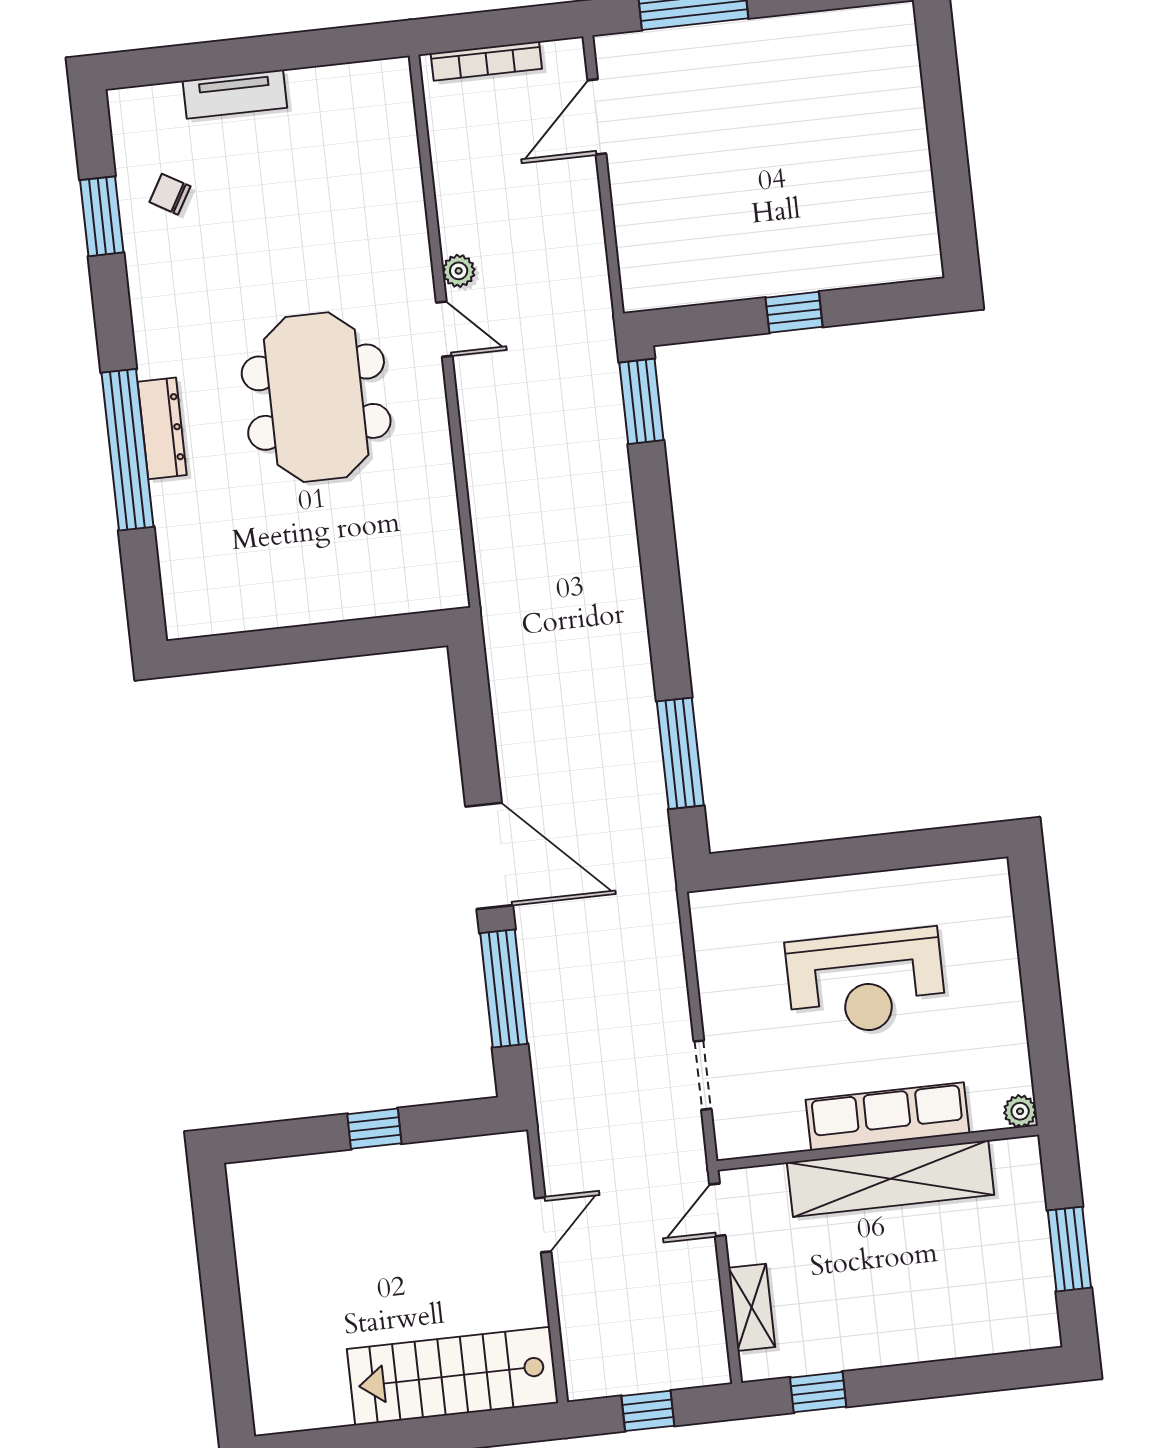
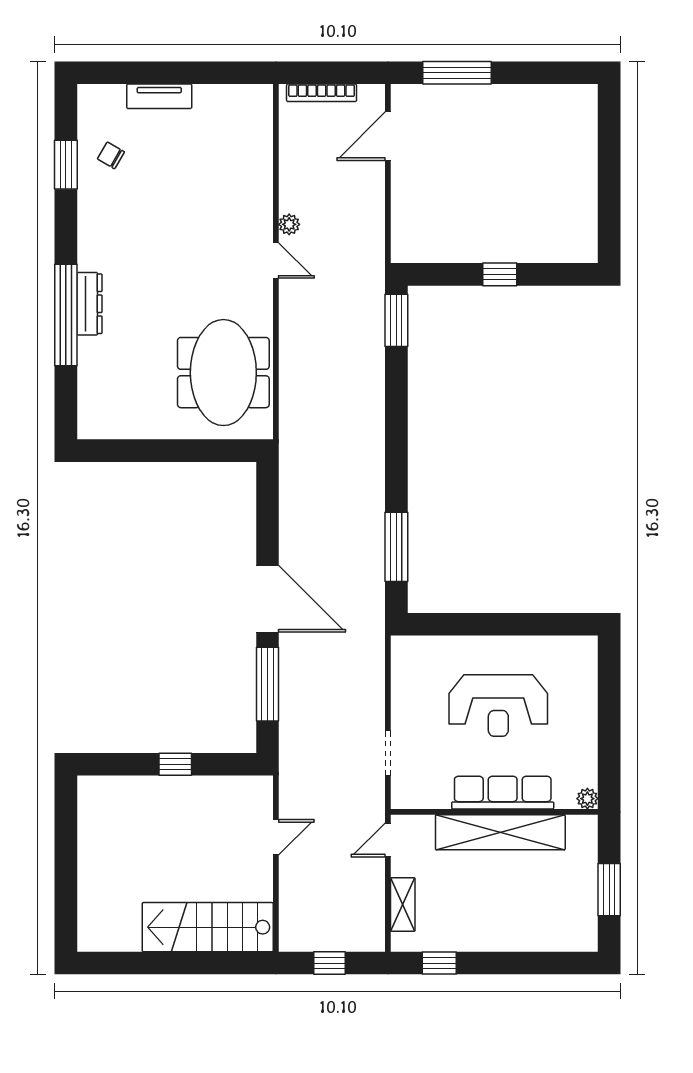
meeting table: (316, 397) -> (223, 373), moved

